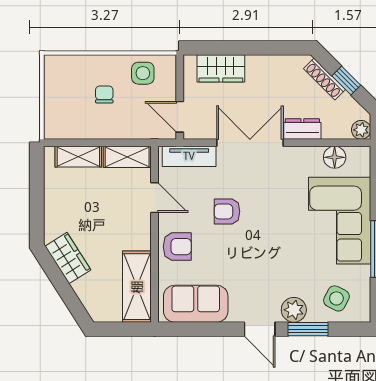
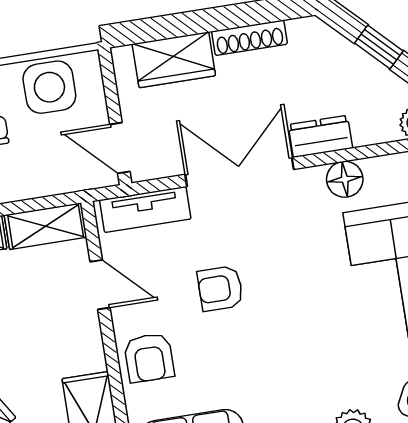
side table: (143, 73) -> (49, 87), width x1.37, depth x1.37
shoe rack: (324, 79) -> (249, 38), moved, turned -45
floor lamp: (335, 157) -> (345, 179), moved
armchair: (177, 247) -> (149, 358), turned 90

